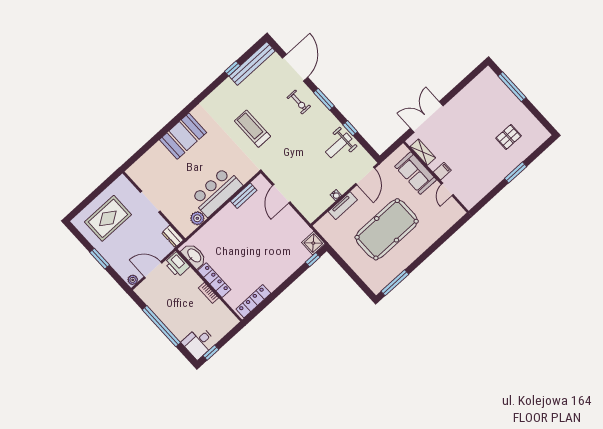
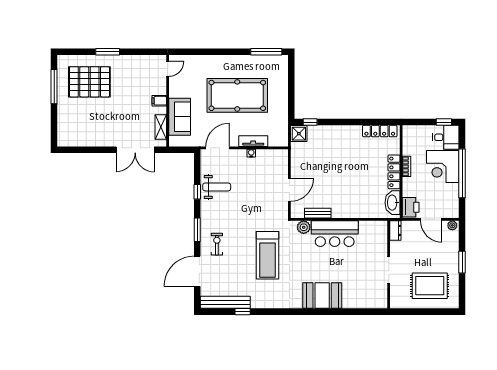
window: (512, 87) -> (54, 87), moved
treadmill: (253, 129) -> (267, 255), width x1.37, depth x1.38
pallet: (509, 137) -> (89, 82), width x2.05, depth x2.00
door: (447, 189) -> (168, 69), moved
plant: (197, 218) -> (304, 227), moved
corner desk: (181, 318) -> (443, 167), added

